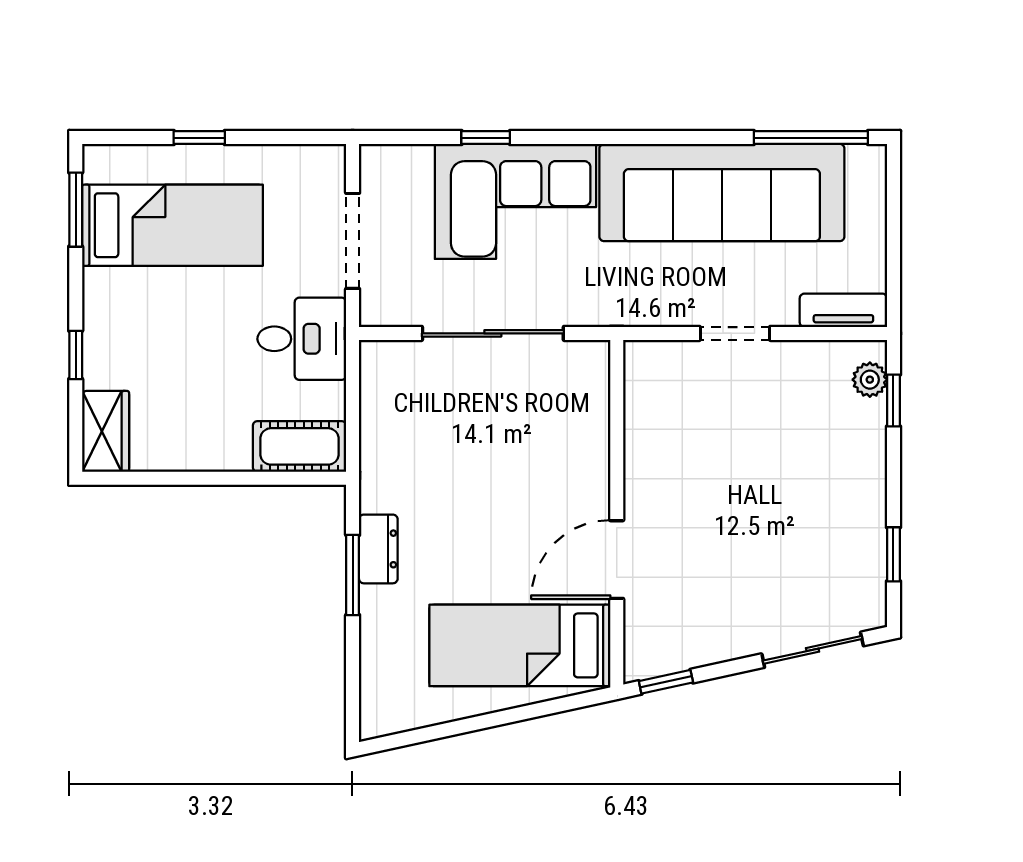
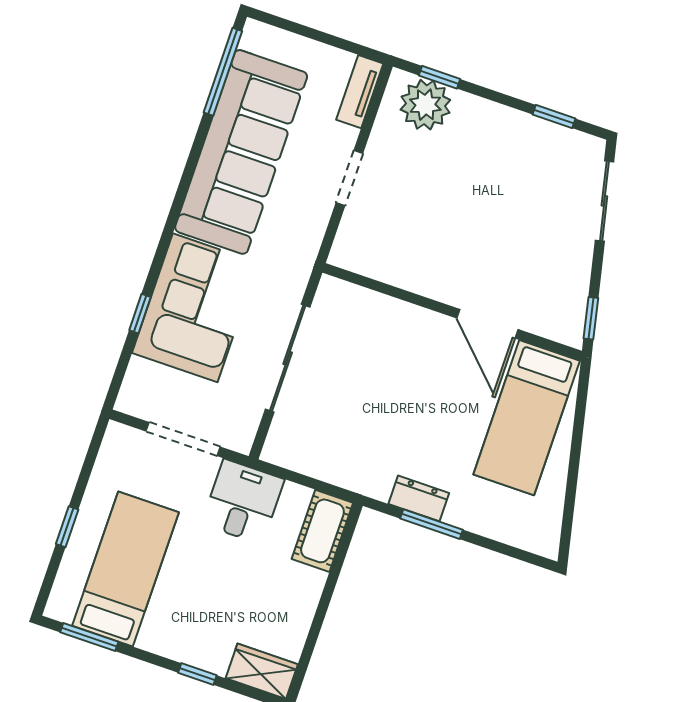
plant: (870, 380) -> (425, 105), width x1.88, depth x1.88

